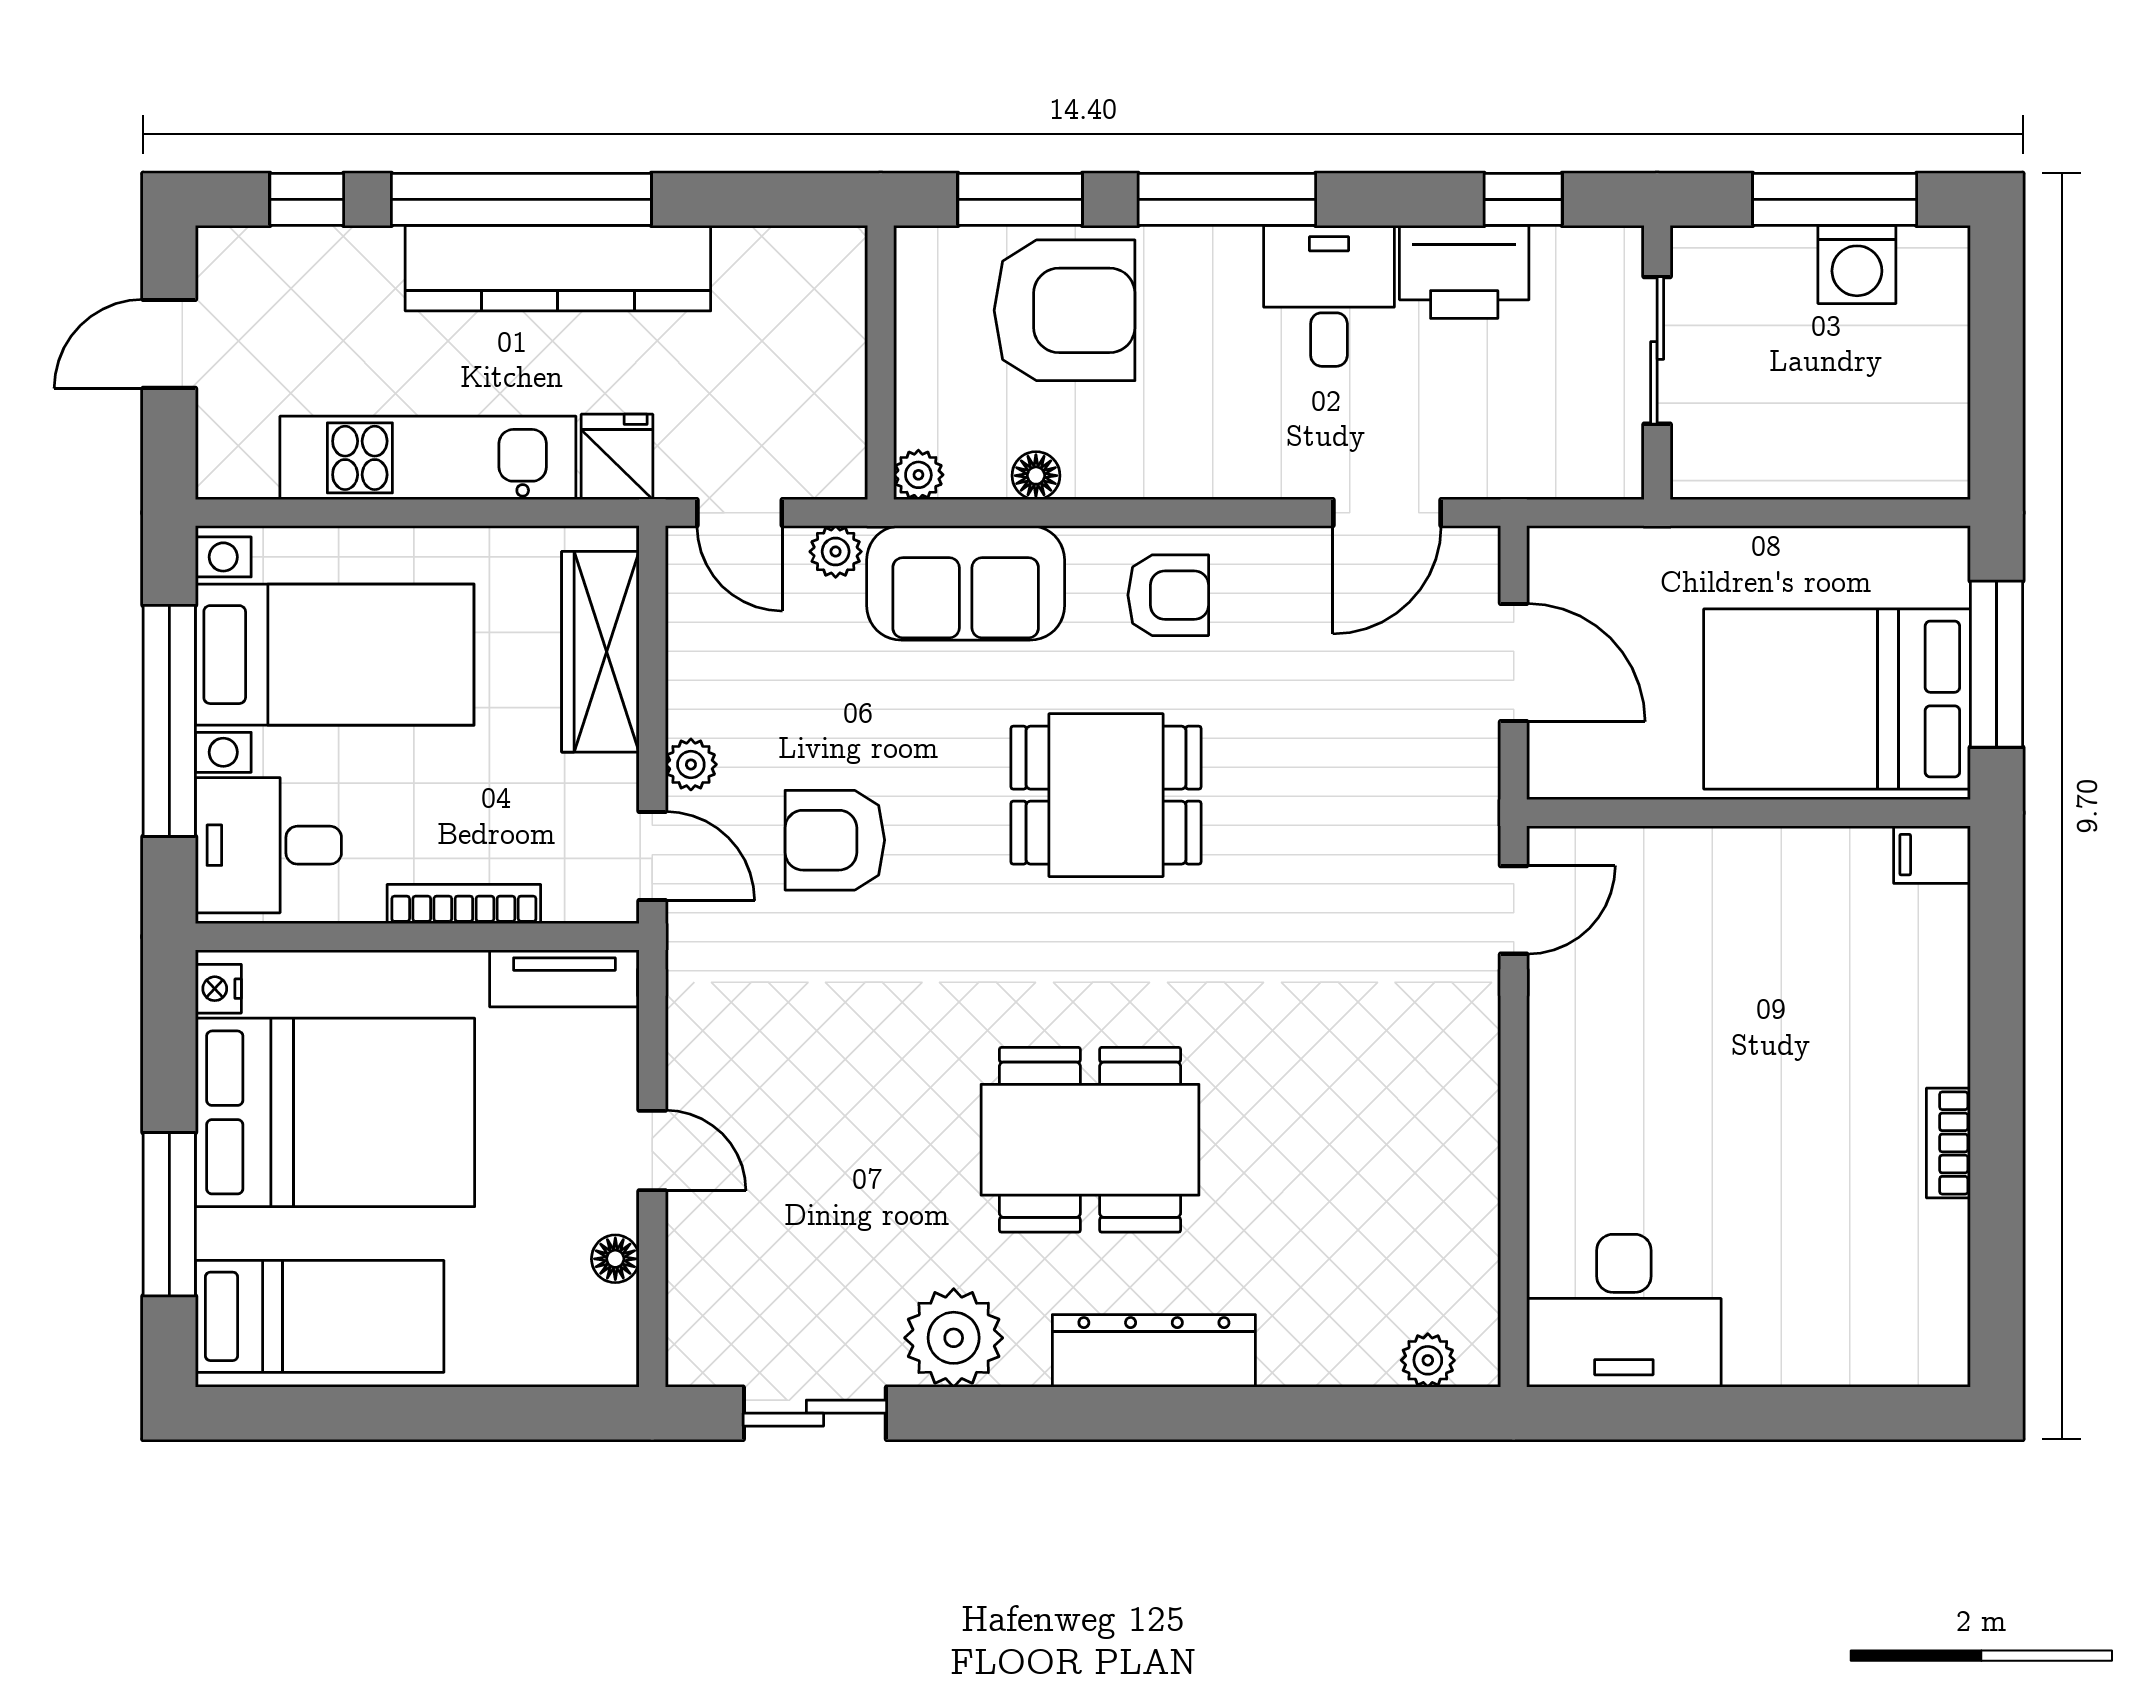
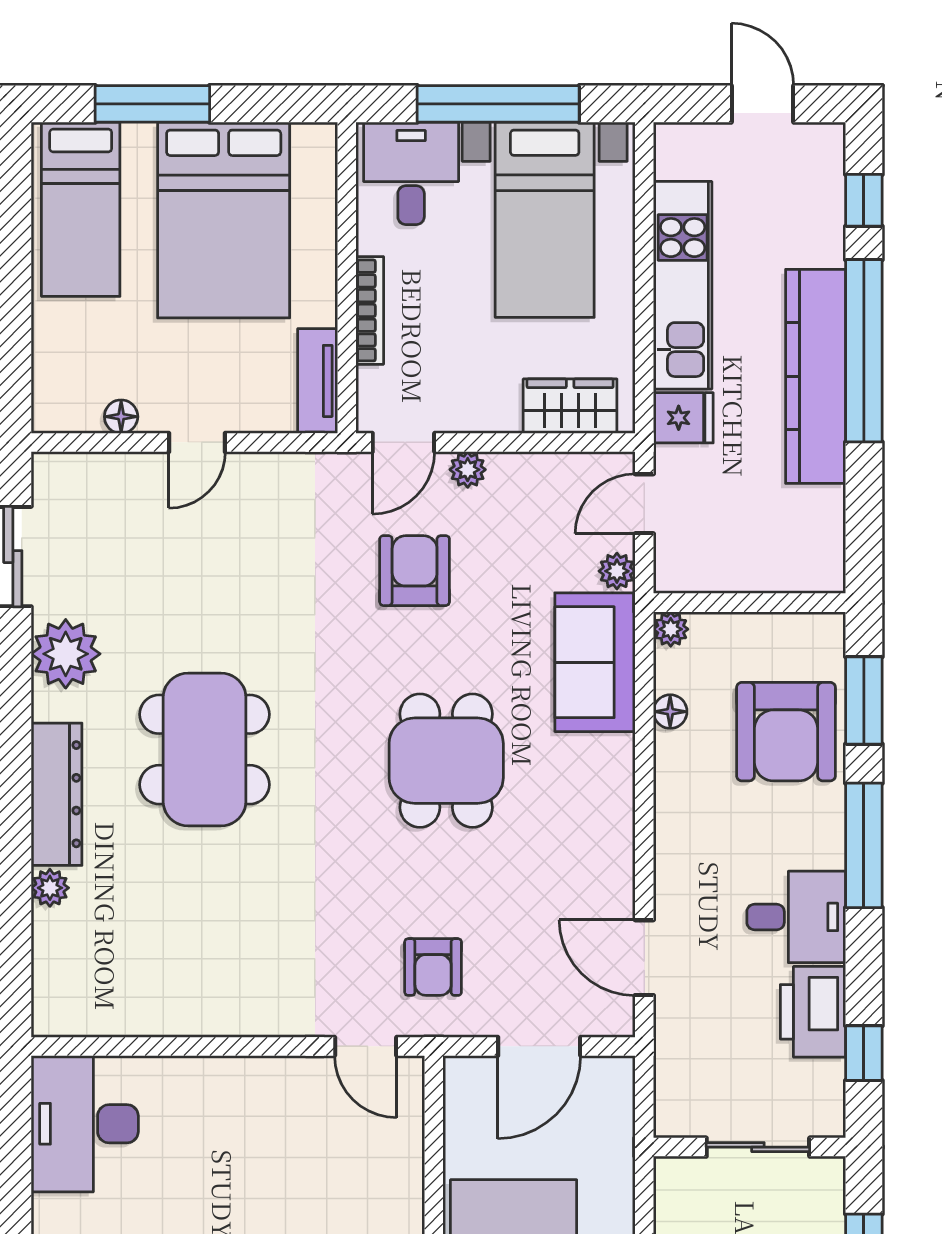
armchair: (1168, 595) -> (433, 967), moved
wardrobe: (600, 652) -> (570, 406), width x0.67
nightstand: (218, 989) -> (310, 138), removed
plant: (1428, 1360) -> (50, 888), moved

